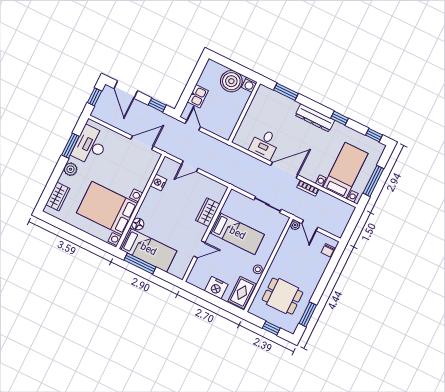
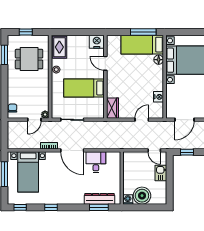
dresser: (315, 118) -> (100, 199), moved
door: (284, 170) -> (72, 150), hinge flipped
wardrobe: (208, 212) -> (113, 108), moved
door: (310, 225) -> (34, 120), swing flipped
door: (199, 249) -> (105, 63), hinge flipped
nightstand: (216, 288) -> (97, 42), moved

